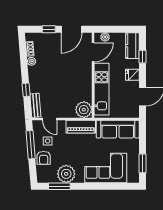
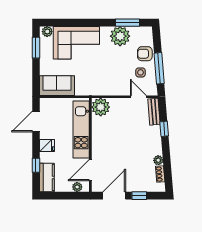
piano: (81, 127) -> (104, 88), removed
sofa: (118, 129) -> (57, 86), width x0.73
armchair: (44, 158) -> (145, 54), turned -90
plant: (132, 178) -> (47, 32), added

